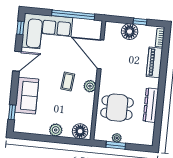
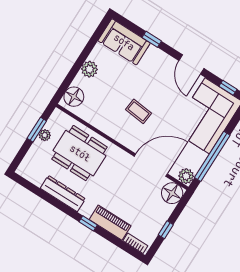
floor lamp: (130, 32) -> (172, 193), moved
window: (163, 77) -> (88, 223), added
plant: (90, 86) -> (186, 176), moved
sofa: (27, 96) -> (124, 42), moved
dining table: (117, 108) -> (80, 153), width x1.38
window: (12, 112) -> (152, 39), moved

